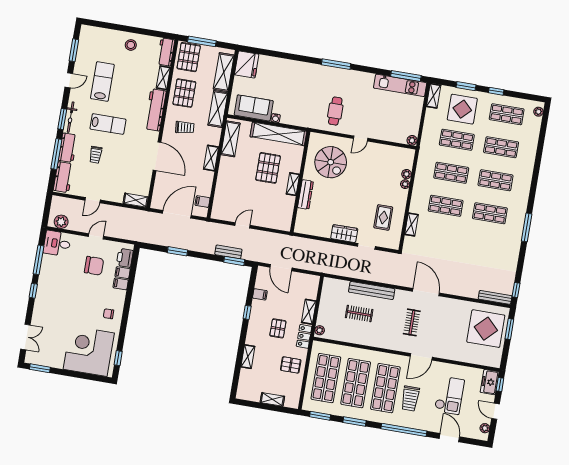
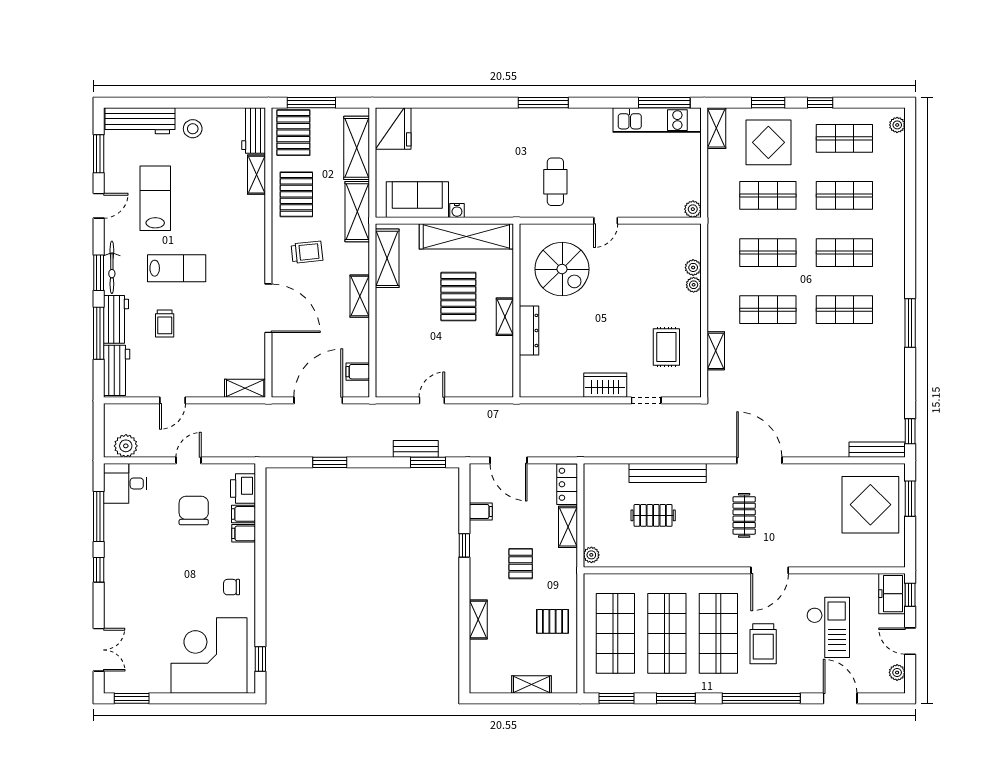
workbench: (155, 110) -> (140, 121), moved, turned -90
chair: (94, 266) -> (194, 511), turned -90
locker: (304, 336) -> (567, 484), moved

